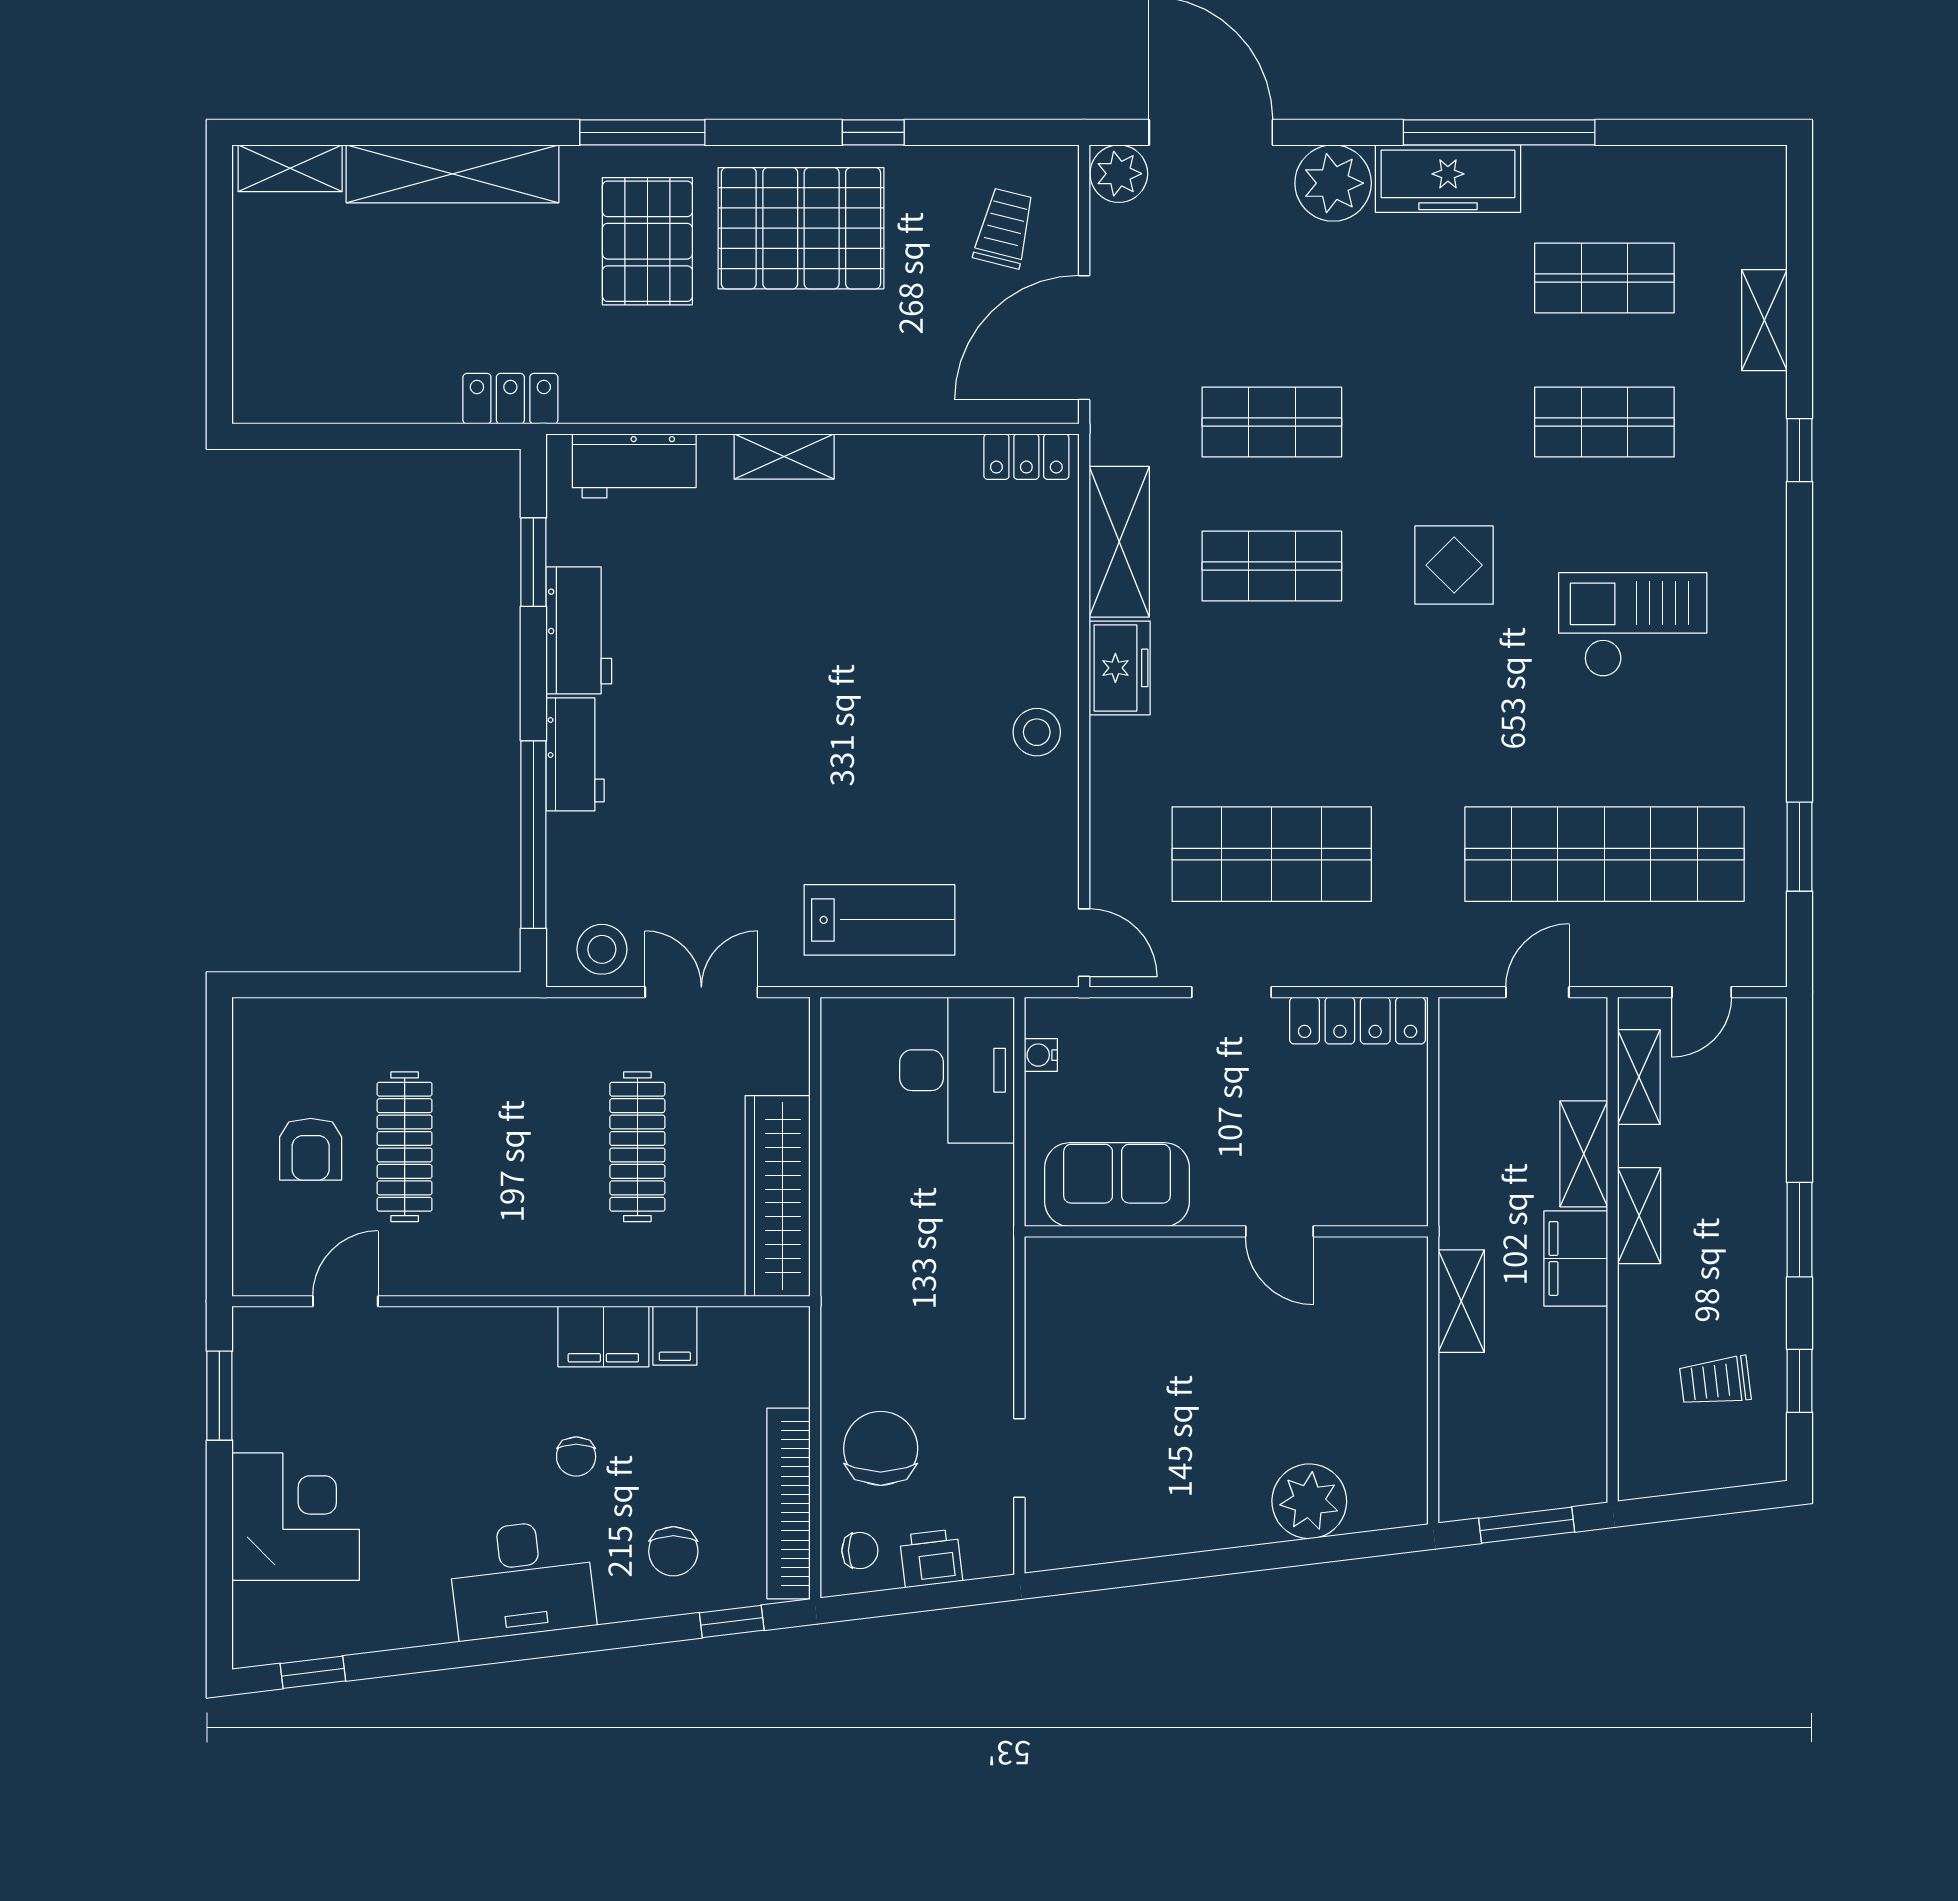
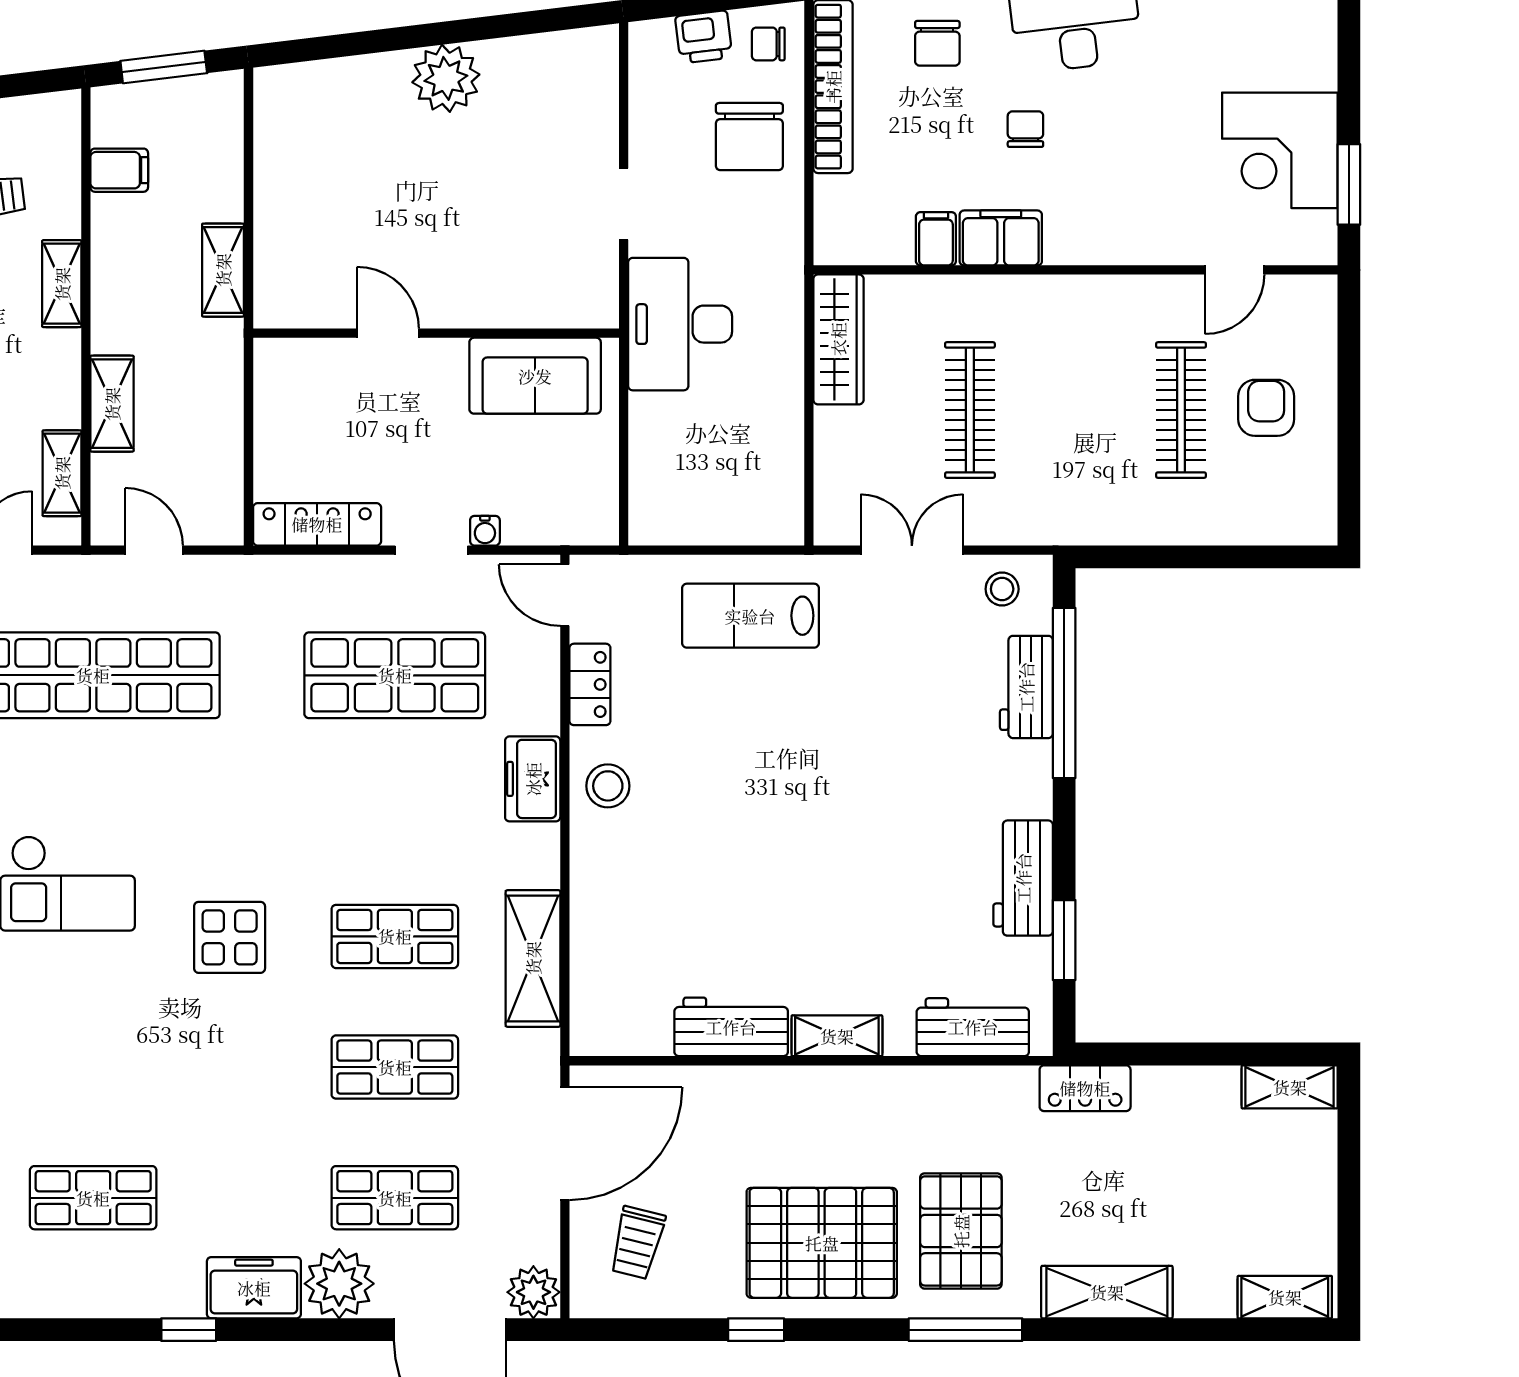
window: (1499, 132) -> (189, 1330), width x0.32
shelving: (452, 174) -> (1107, 1292), width x0.68
freezer: (1448, 179) -> (254, 1288), width x0.71
shelving: (285, 400) -> (1290, 1087), added
shop shelf: (1604, 422) -> (395, 1198), moved
locker: (1026, 457) -> (590, 684), moved, turned 90
workbench: (901, 466) -> (731, 1027), added
freezer: (1120, 668) -> (533, 779), moved
workbench: (575, 754) -> (1026, 687), moved
stool: (602, 949) -> (1002, 589), width x0.73, depth x0.73
double door: (701, 992) -> (912, 550), swing flipped
door: (1537, 992) -> (154, 550), swing flipped
water cooler: (1041, 1055) -> (485, 531), moved, turned 90
desk: (957, 1070) -> (680, 324), moved
wardrobe: (778, 1196) -> (838, 339), width x0.71, depth x0.85
shelving: (1639, 1216) -> (62, 284), moved
filing cabinet: (1576, 1258) -> (119, 170), moved, width x0.50
doorway: (1019, 1458) -> (624, 204), moved
plant: (1309, 1501) -> (446, 78), moved
corner desk: (296, 1517) -> (1280, 150), moved
chair: (673, 1551) -> (937, 43), turned 180

